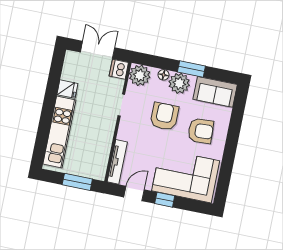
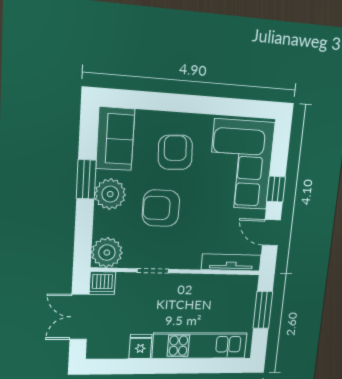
floor lamp: (164, 75) -> (101, 219), removed

